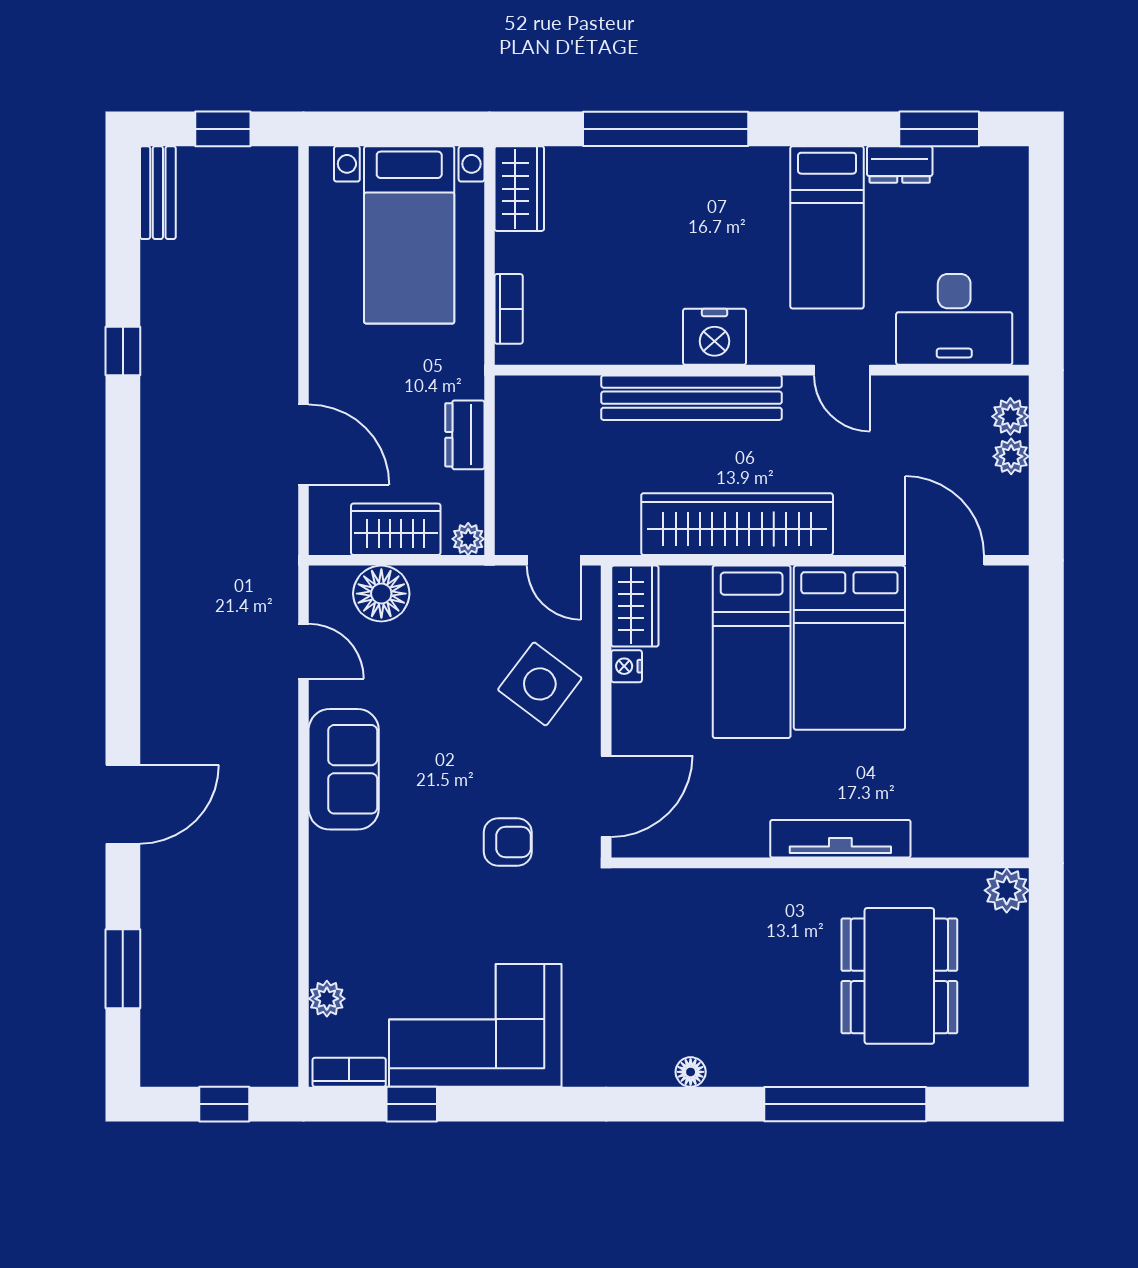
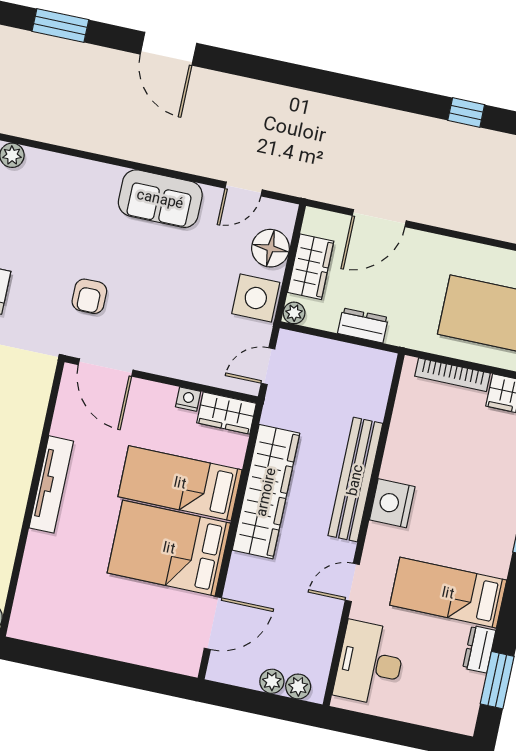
bookcase: (509, 309) -> (452, 375), width x1.56
side table: (540, 684) -> (256, 298), moved, turned -37
tv unit: (840, 839) -> (51, 484), moved

